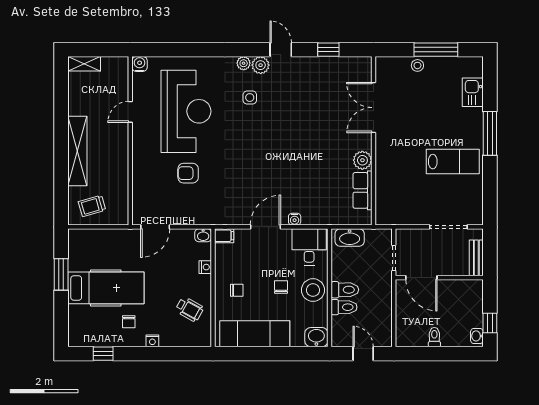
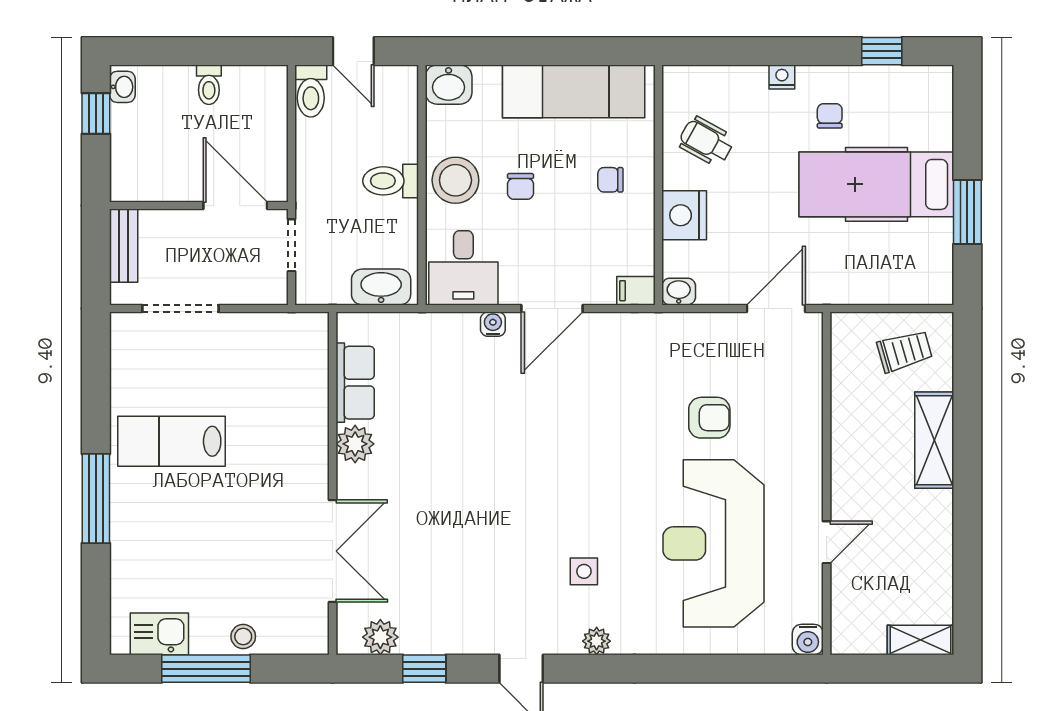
plant: (261, 65) -> (380, 637), moved
kitchen sink: (473, 92) -> (159, 634), moved, turned -90
shelving: (77, 151) -> (934, 440), width x0.68
nightstand: (205, 267) -> (684, 215), width x1.89, depth x1.79
toilet: (344, 307) -> (311, 91), moved, turned -90

